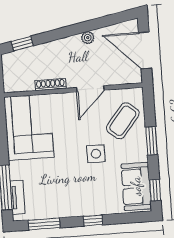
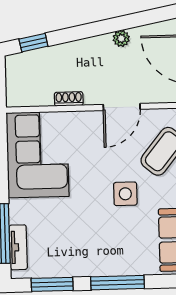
shoe rack: (50, 85) -> (69, 99), width x0.70
window: (93, 220) -> (117, 283), width x2.17

